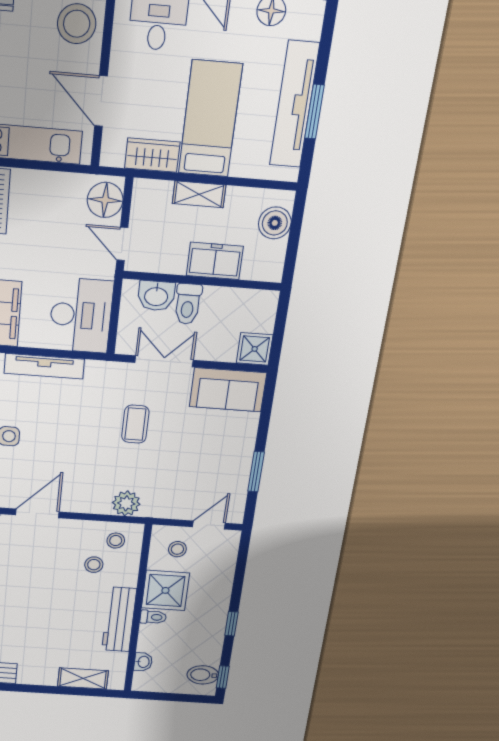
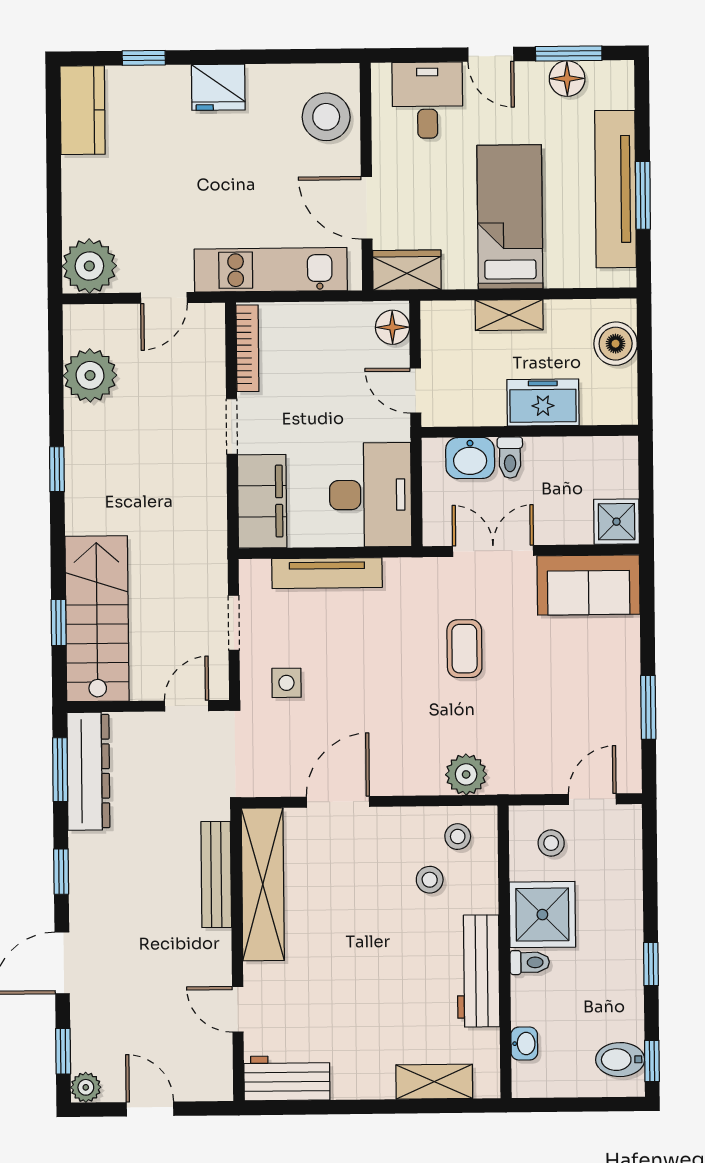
wardrobe: (152, 155) -> (407, 270), moved
floor lamp: (105, 200) -> (392, 327), width x0.73, depth x0.73
toilet: (188, 304) -> (510, 458), width x0.73, depth x0.72

